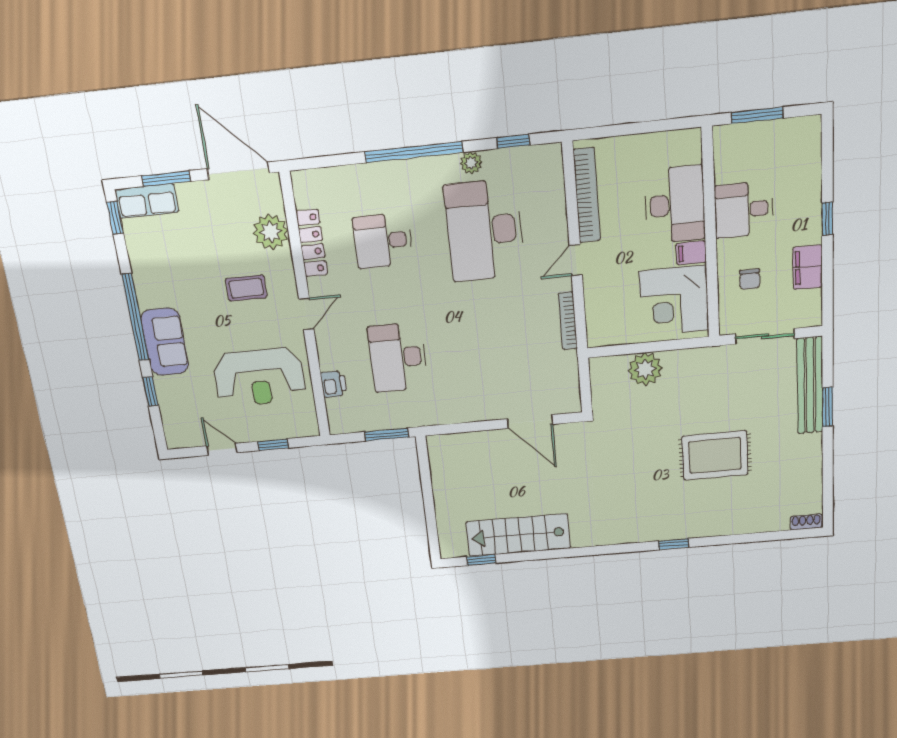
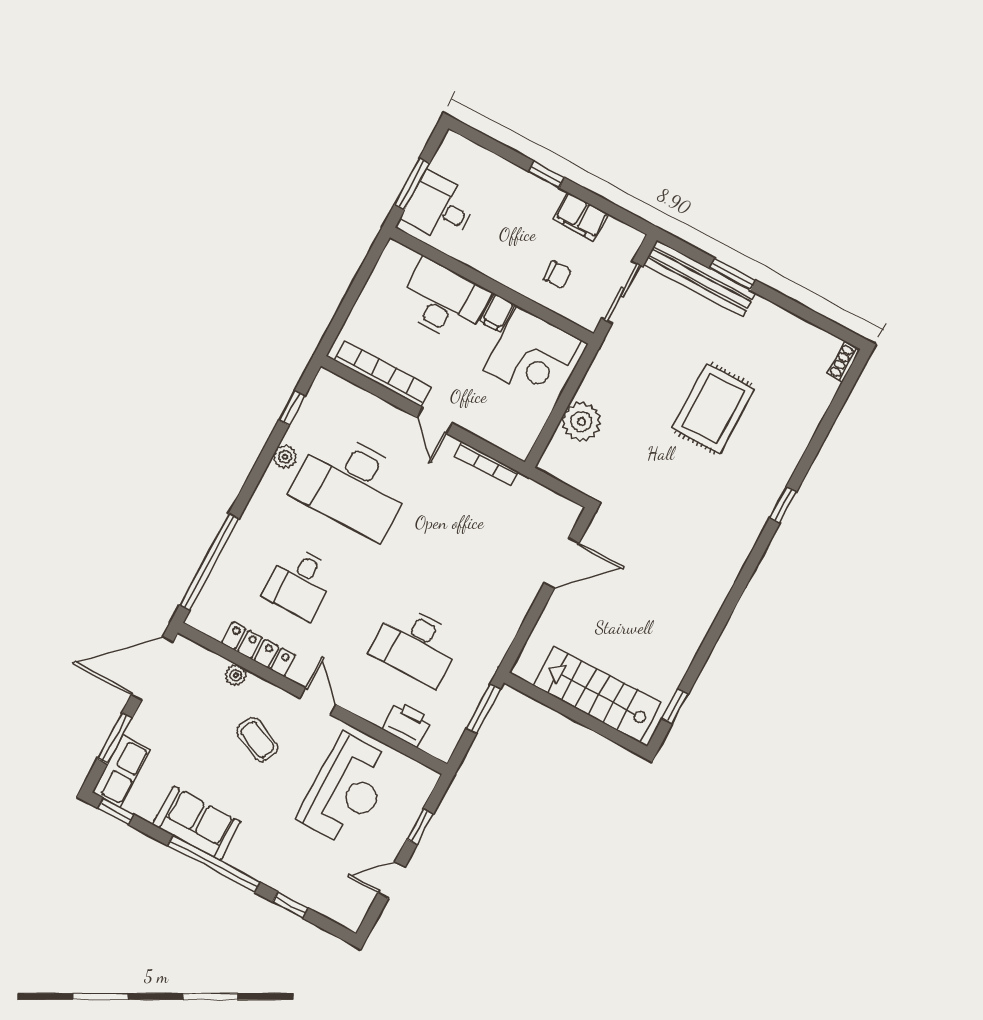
window: (414, 152) -> (209, 562), moved
desk: (744, 210) -> (440, 208), moved, turned 90
plant: (271, 232) -> (236, 675), width x0.53, depth x0.53
coffee table: (246, 288) -> (257, 739), turned -65
sofa: (165, 342) -> (197, 823), moved
printer: (334, 384) -> (407, 724), width x1.36, depth x1.24
stairs: (518, 535) -> (597, 694), moved, turned 90

